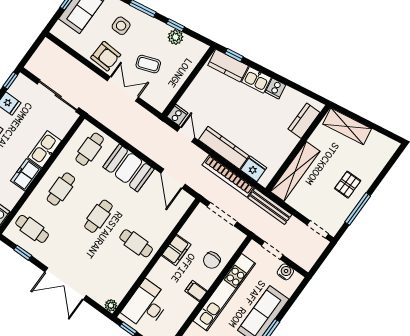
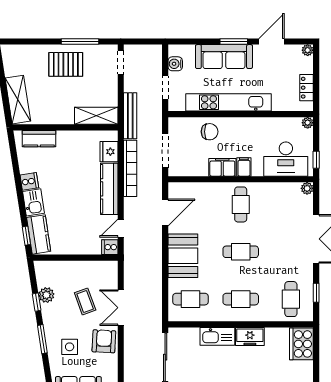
shelving: (295, 171) -> (96, 116), width x0.68
pallet: (348, 185) -> (66, 64), width x1.50, depth x1.42
filing cabinet: (196, 291) -> (244, 167), moved, turned 180

